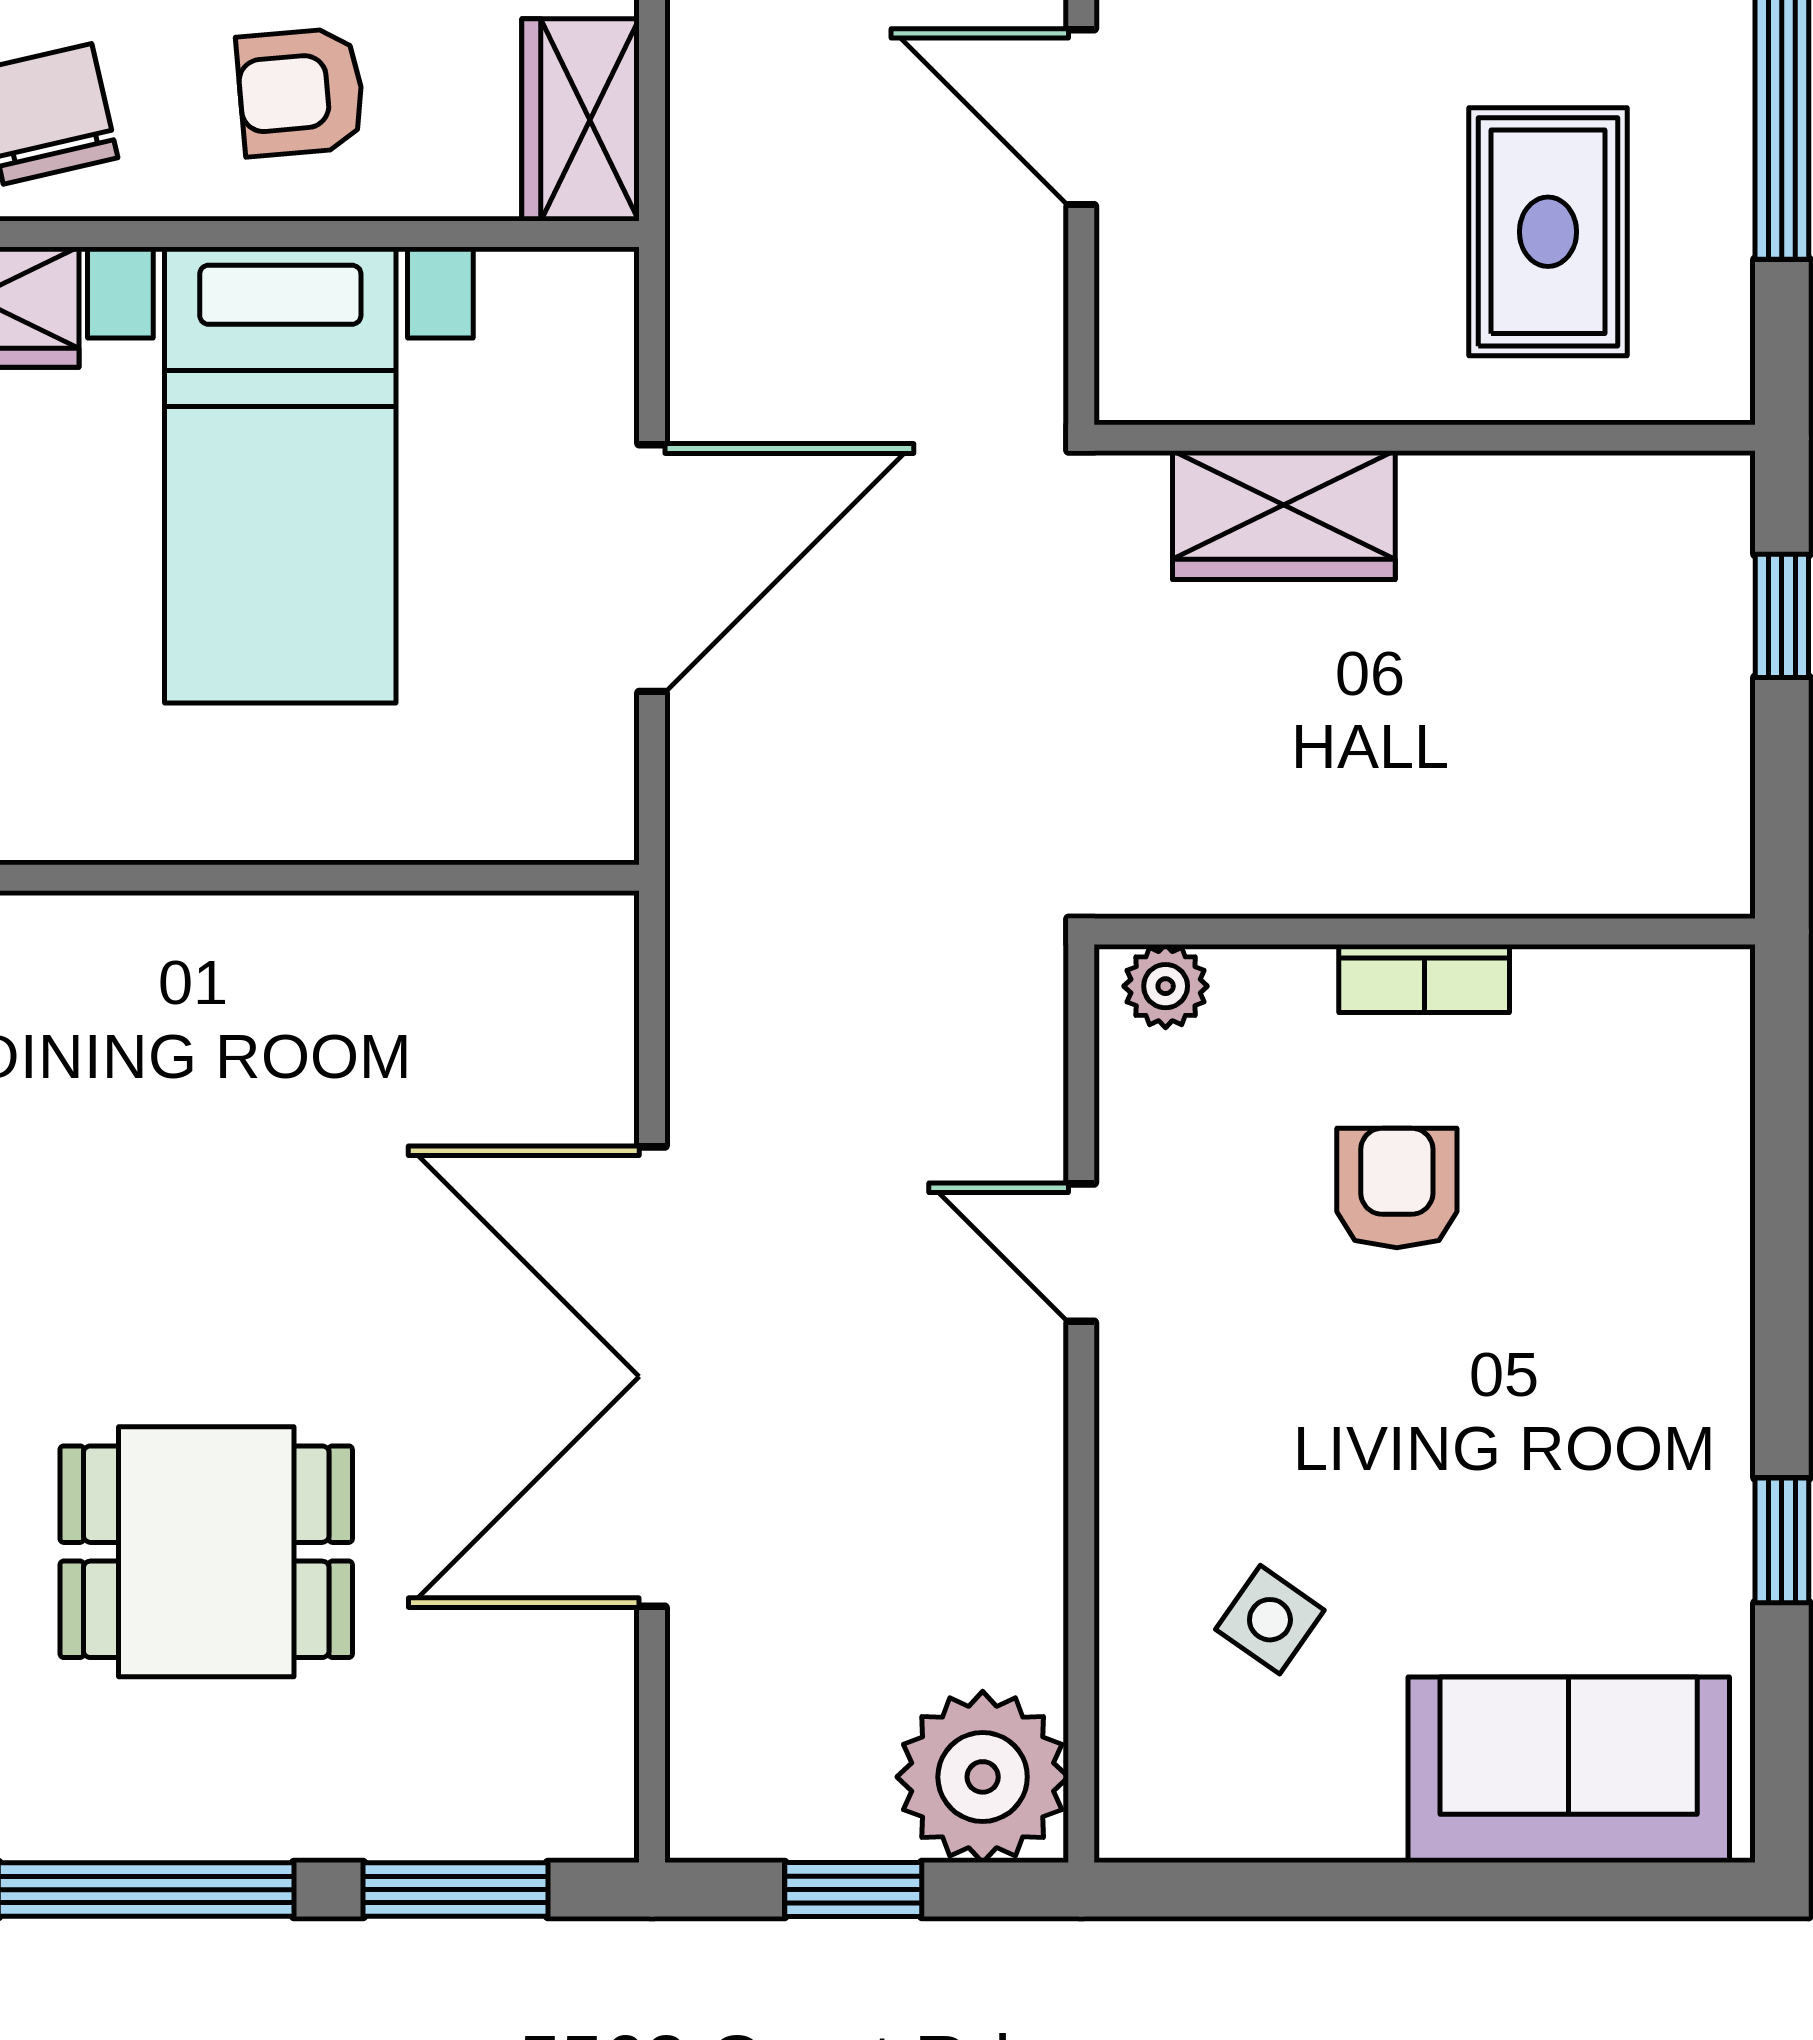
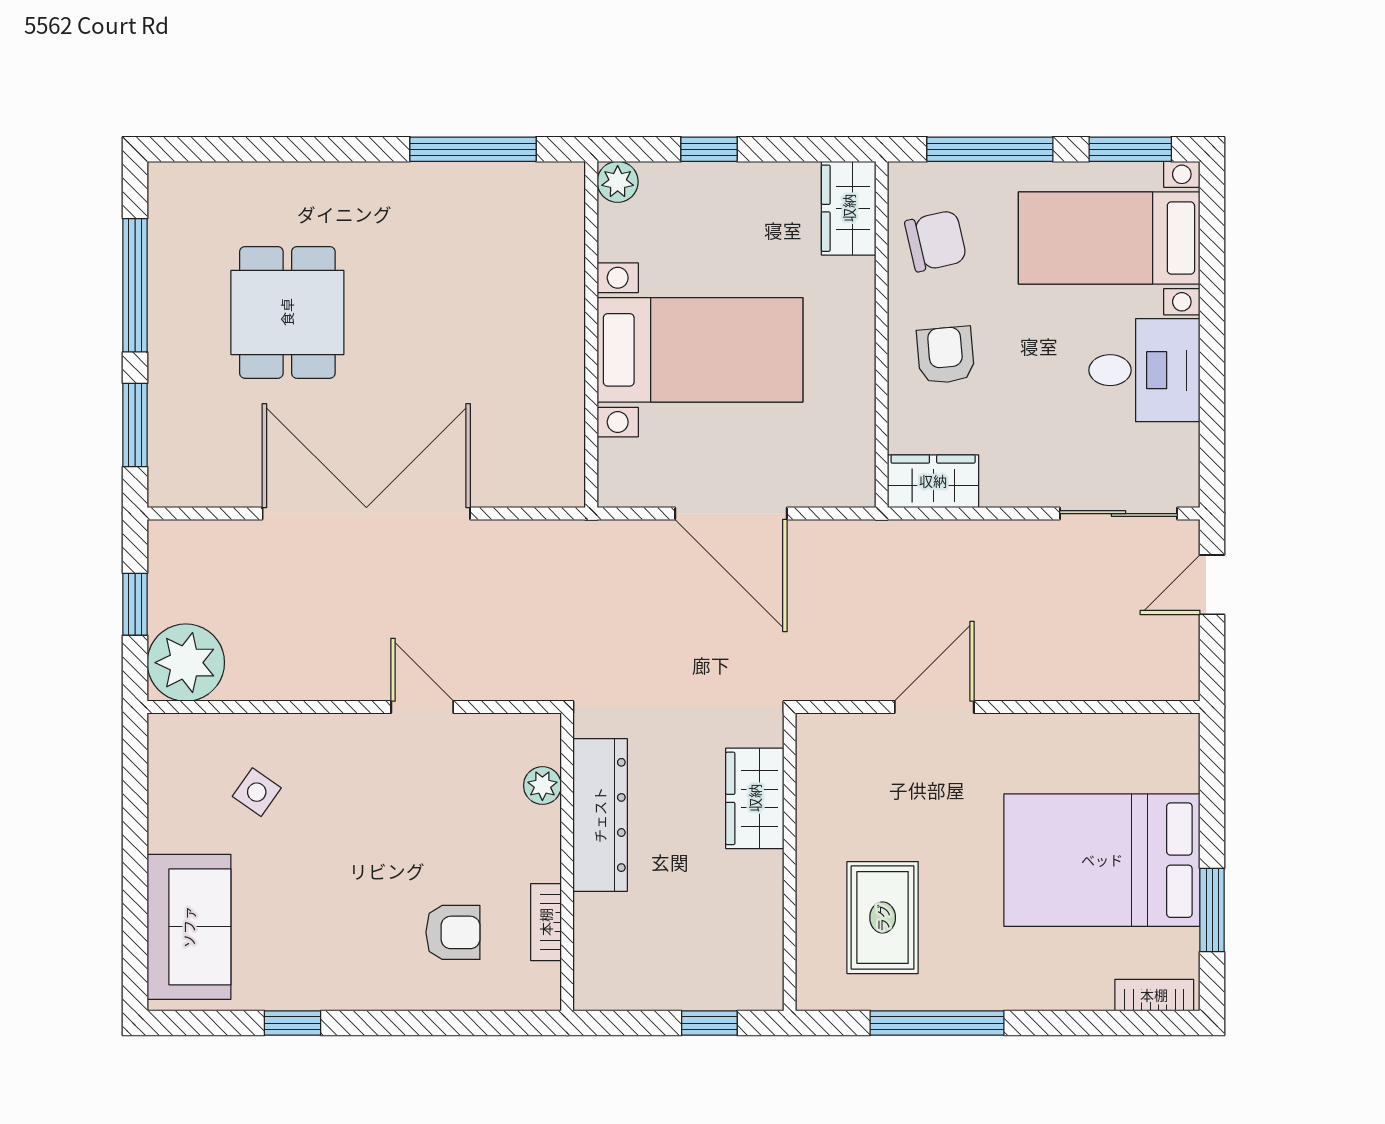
rug: (1548, 232) -> (883, 918), turned 90
bed with nightstands: (280, 475) -> (700, 350), moved, turned 180
dresser: (1321, 858) -> (600, 815), added
bookcase: (1424, 978) -> (546, 922), moved
plant: (1166, 986) -> (542, 786), moved
armchair: (1397, 1188) -> (453, 932), moved
door: (1081, 1253) -> (422, 707), hinge flipped

